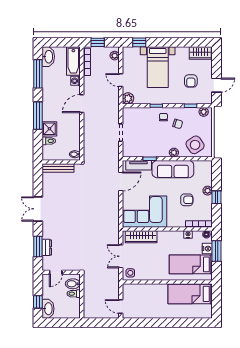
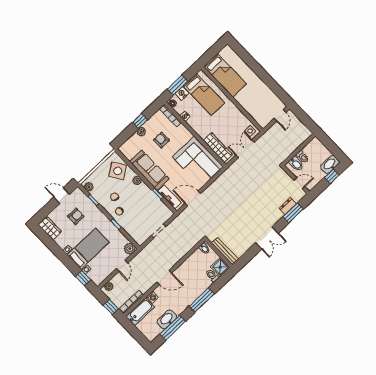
washbasin: (48, 57) -> (167, 319), moved
shower: (49, 129) -> (220, 267), moved
double door: (121, 256) -> (245, 149), swing flipped

